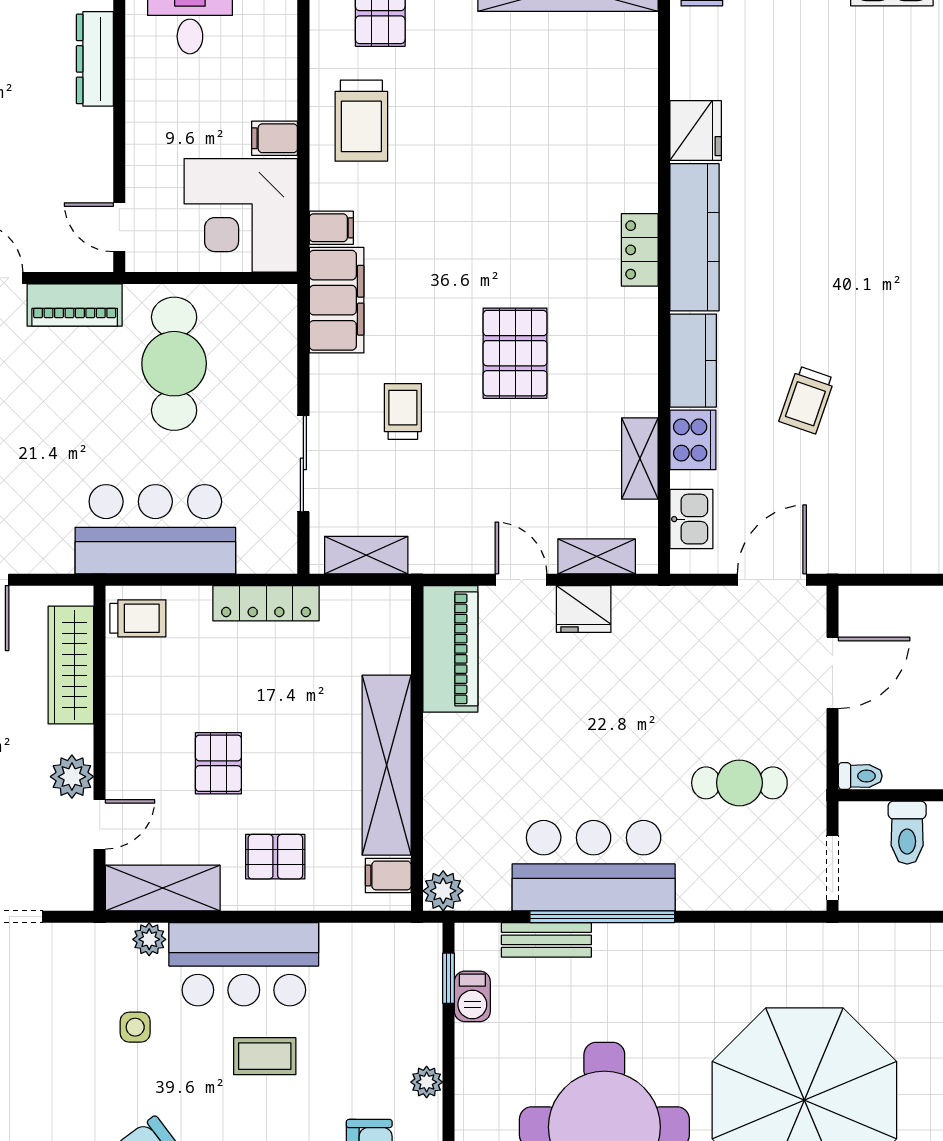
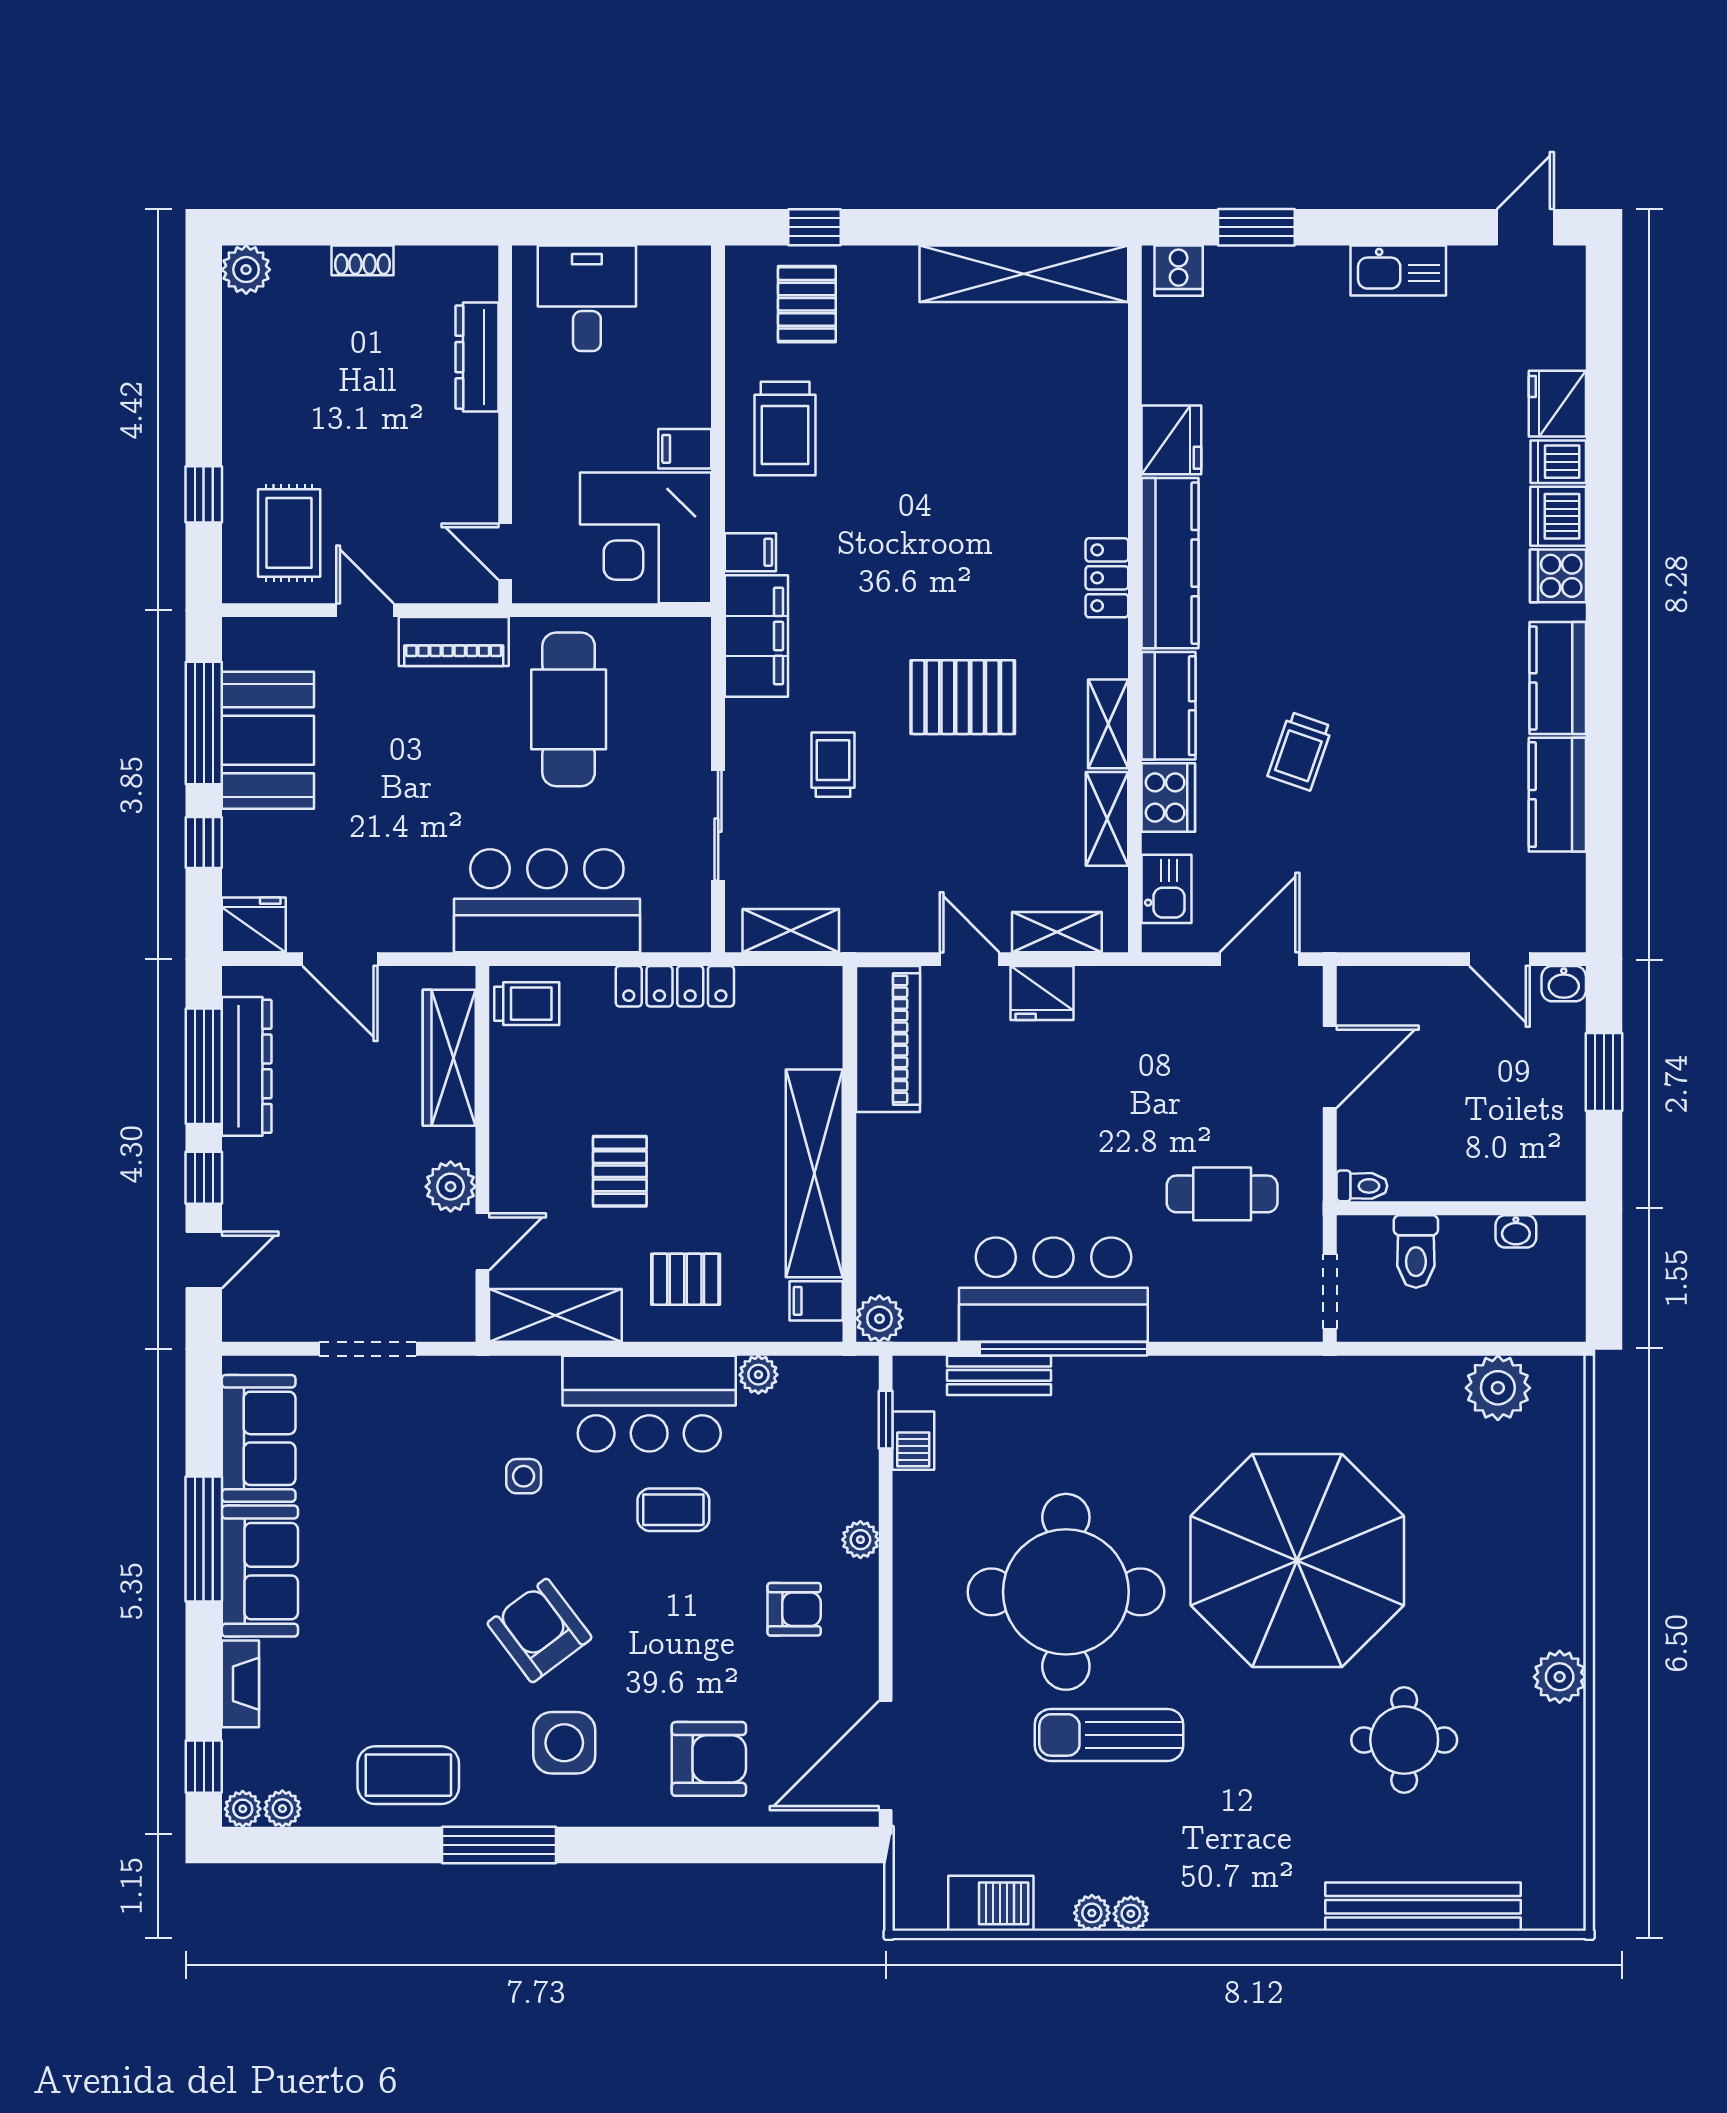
pallet: (515, 353) -> (963, 697), turned 90
shelving: (641, 376) -> (1108, 724), added
plant: (149, 939) -> (758, 1375), moved

